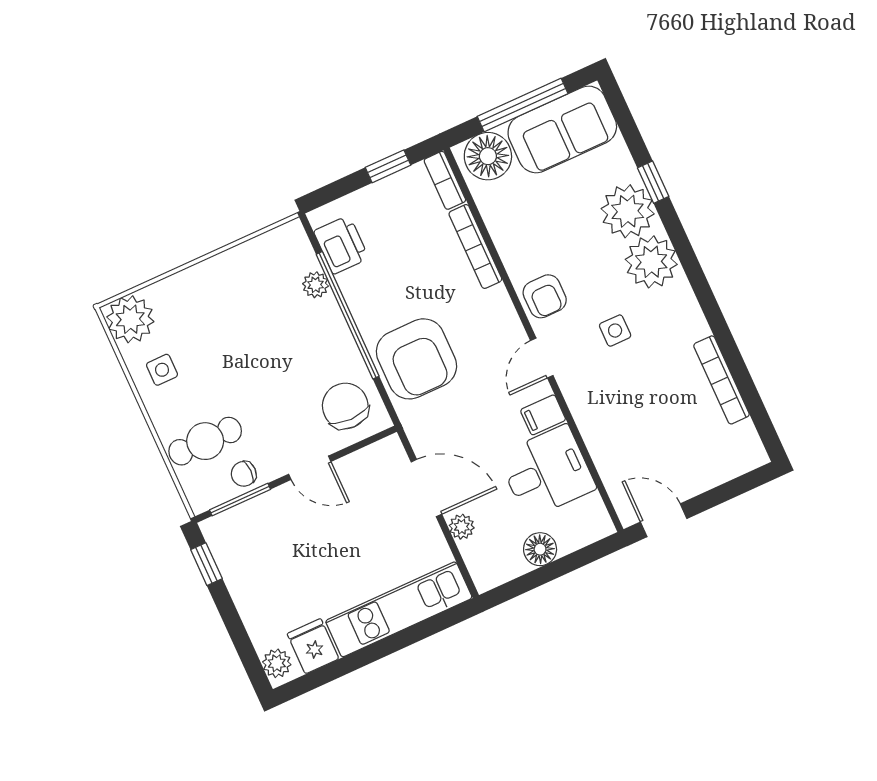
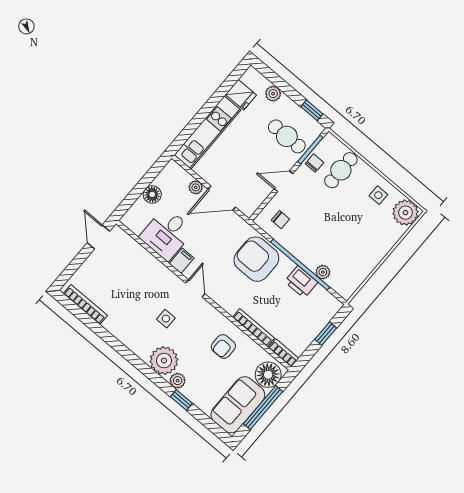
window: (388, 166) -> (326, 334), moved
plant: (628, 211) -> (178, 381), width x0.53, depth x0.53
printer: (341, 245) -> (301, 282), moved
armchair: (545, 296) -> (223, 346), moved, turned -90
bookcase: (721, 380) -> (85, 304), moved
chair: (345, 406) -> (280, 220), width x0.54, depth x0.54
door: (664, 520) -> (98, 237), swing flipped
cafe table: (269, 540) -> (287, 136), added
plant: (277, 663) -> (273, 94), moved

